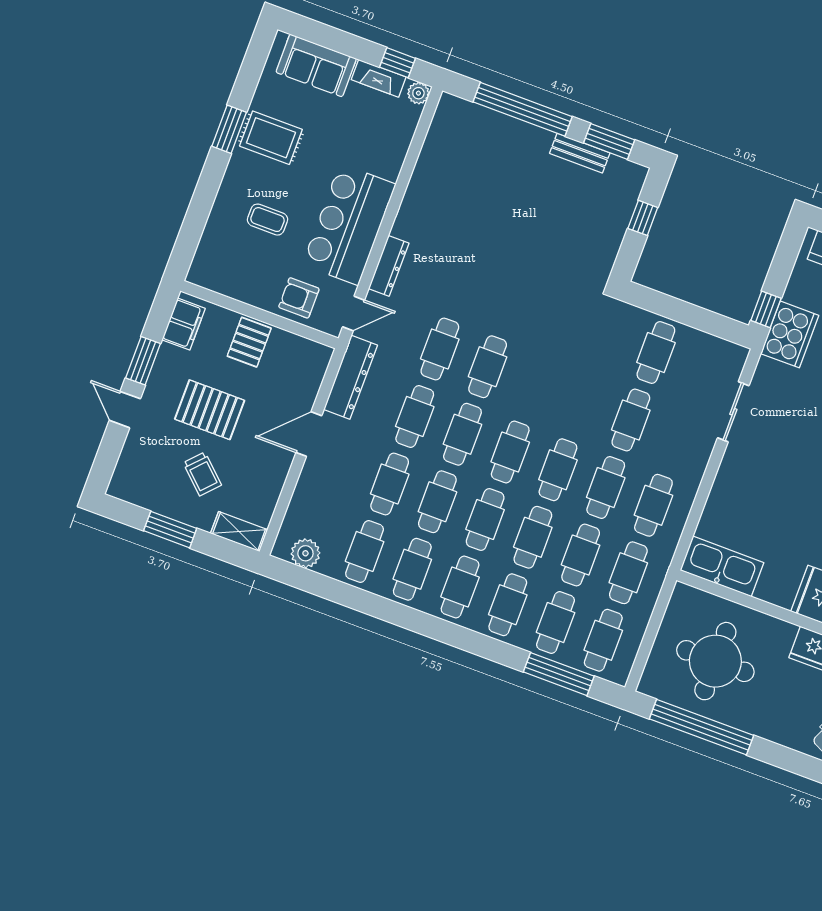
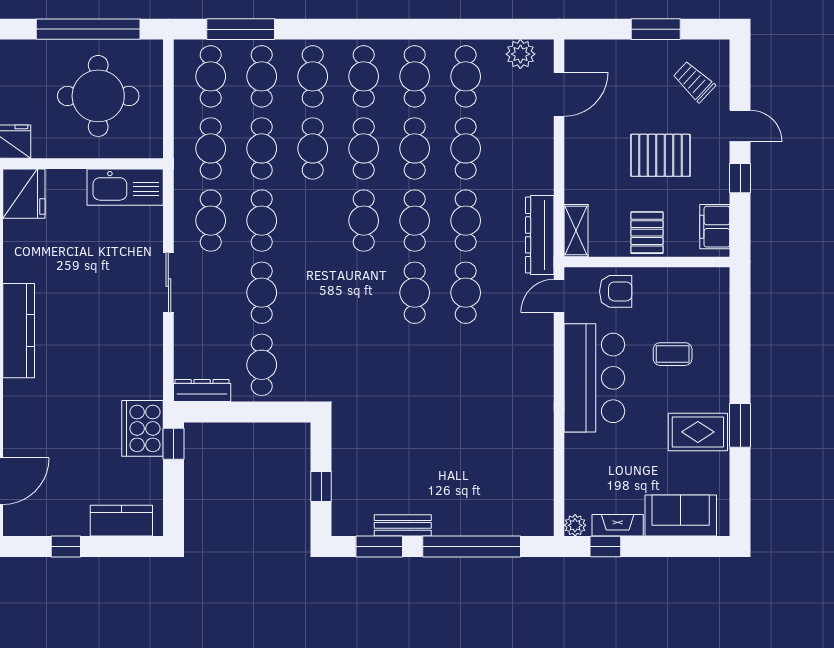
dresser: (389, 266) -> (202, 391), moved, turned 90
window: (143, 361) -> (740, 178), width x0.67
sliding door: (733, 412) -> (168, 282), moved
door: (309, 434) -> (559, 94), moved
cafe table: (558, 470) -> (313, 221), removed
trolley: (202, 474) -> (694, 82), moved
shelving: (239, 532) -> (576, 231), moved, turned 90

